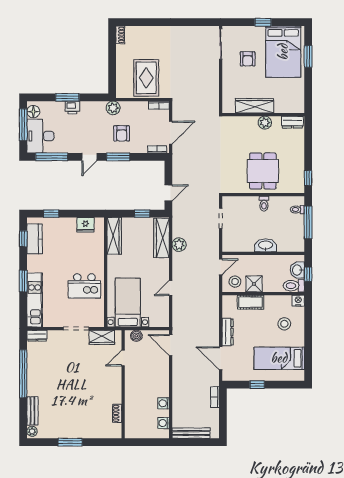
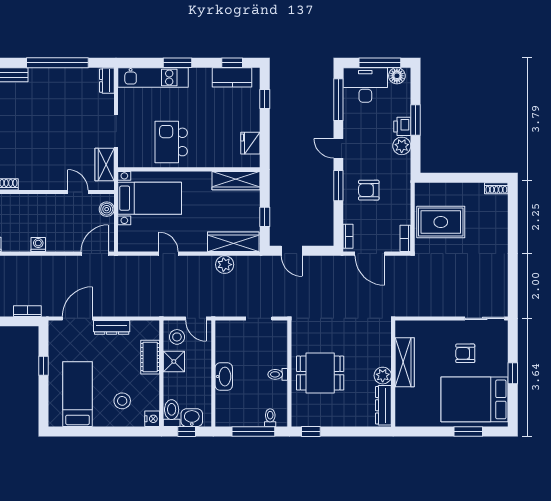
plant: (113, 108) -> (402, 146), moved
dresser: (292, 122) -> (383, 405), width x1.44
washing machine: (164, 403) -> (38, 244), moved

